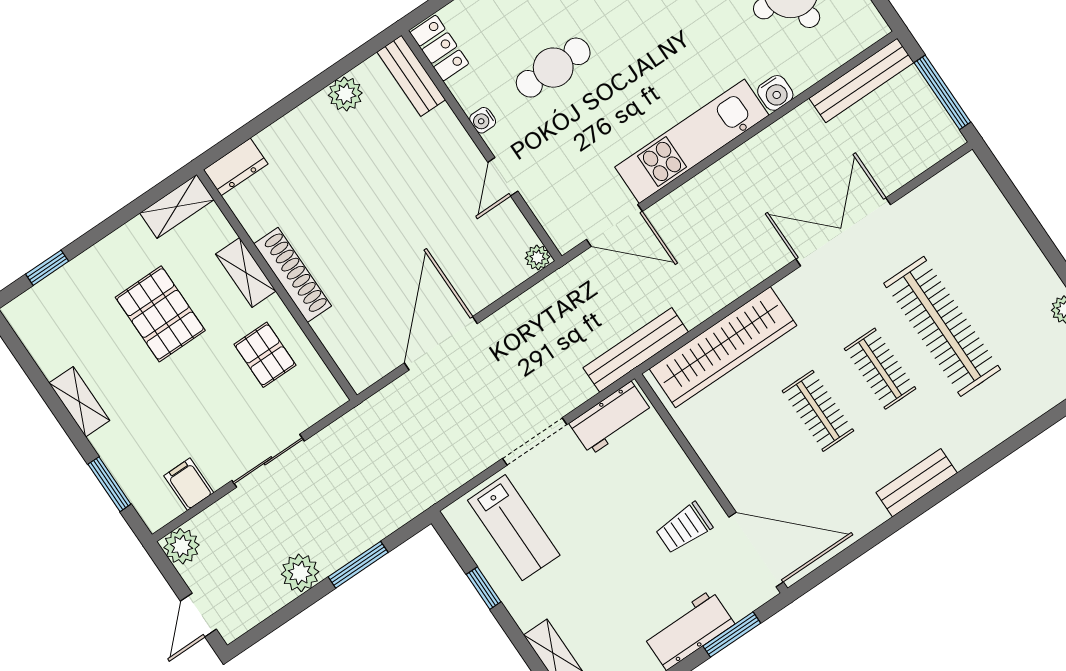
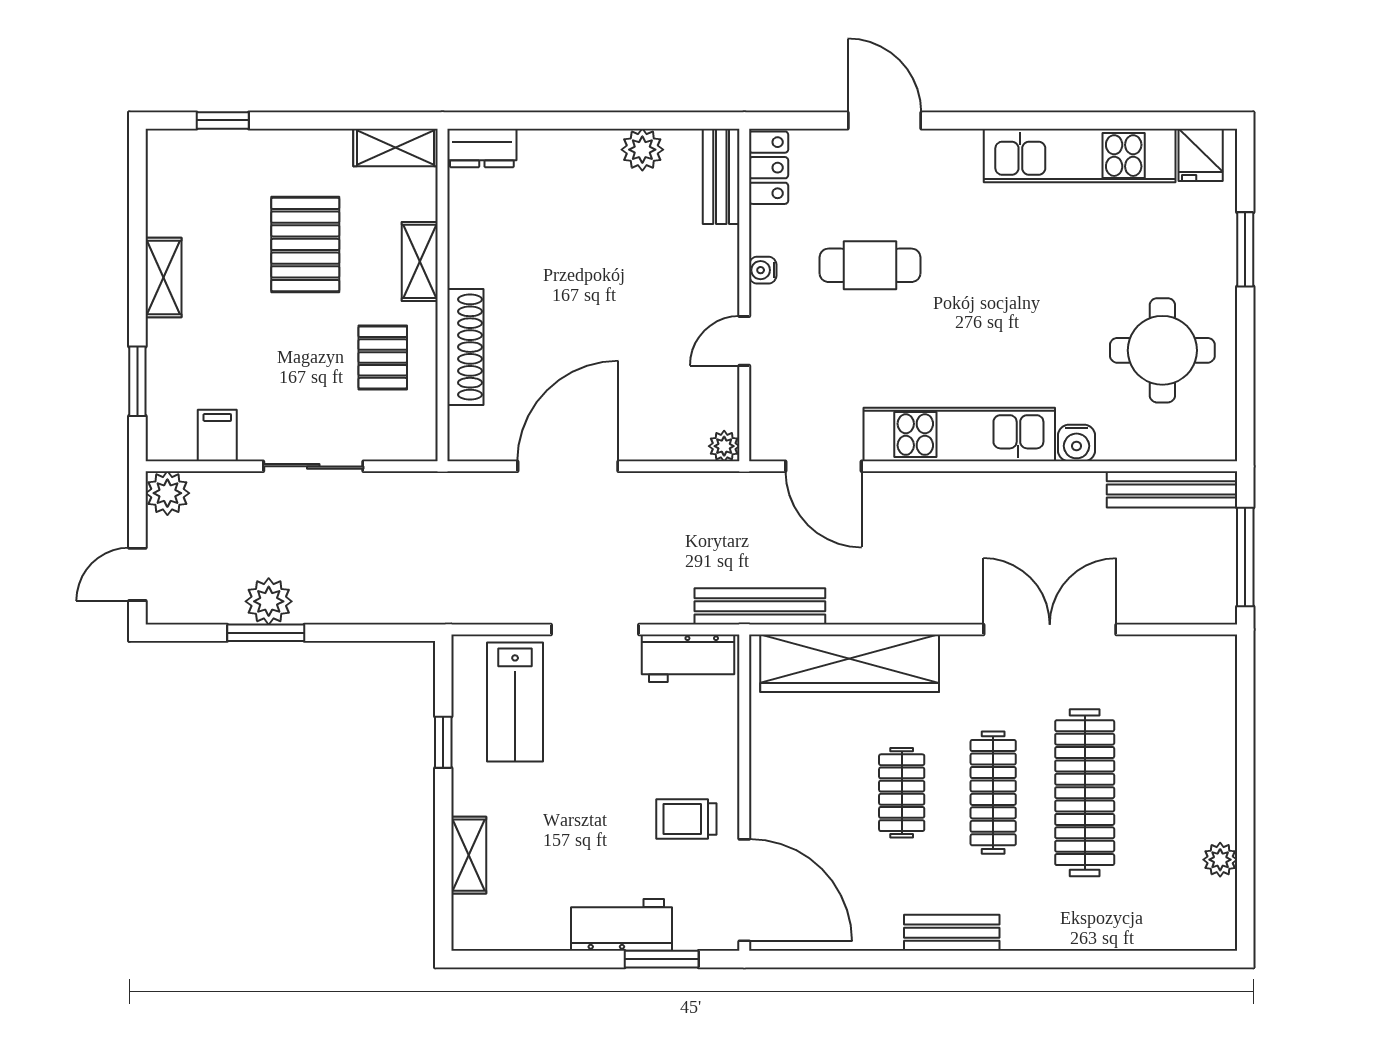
shoe rack: (293, 275) -> (465, 347), moved
clothes rail: (880, 369) -> (993, 793), width x1.36
window: (358, 565) -> (266, 633), moved

